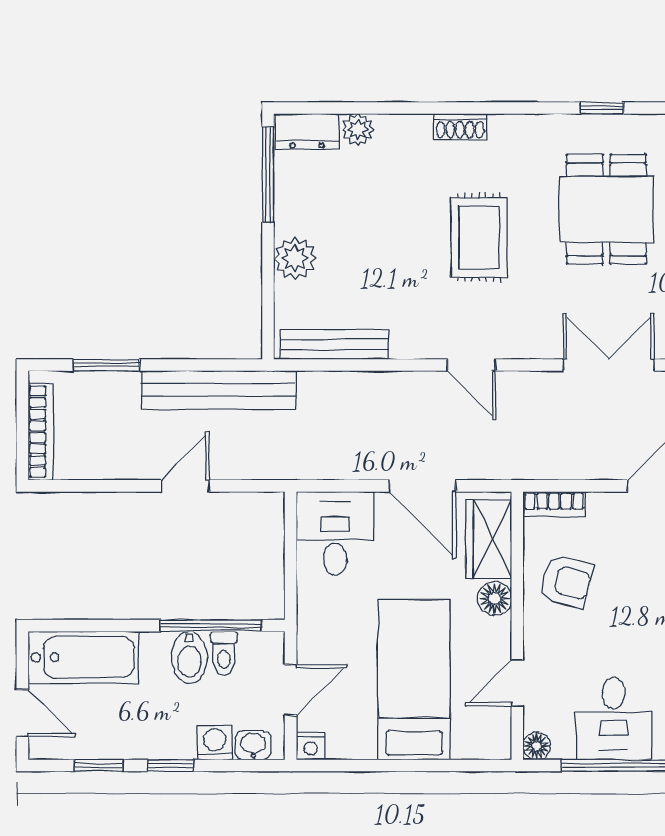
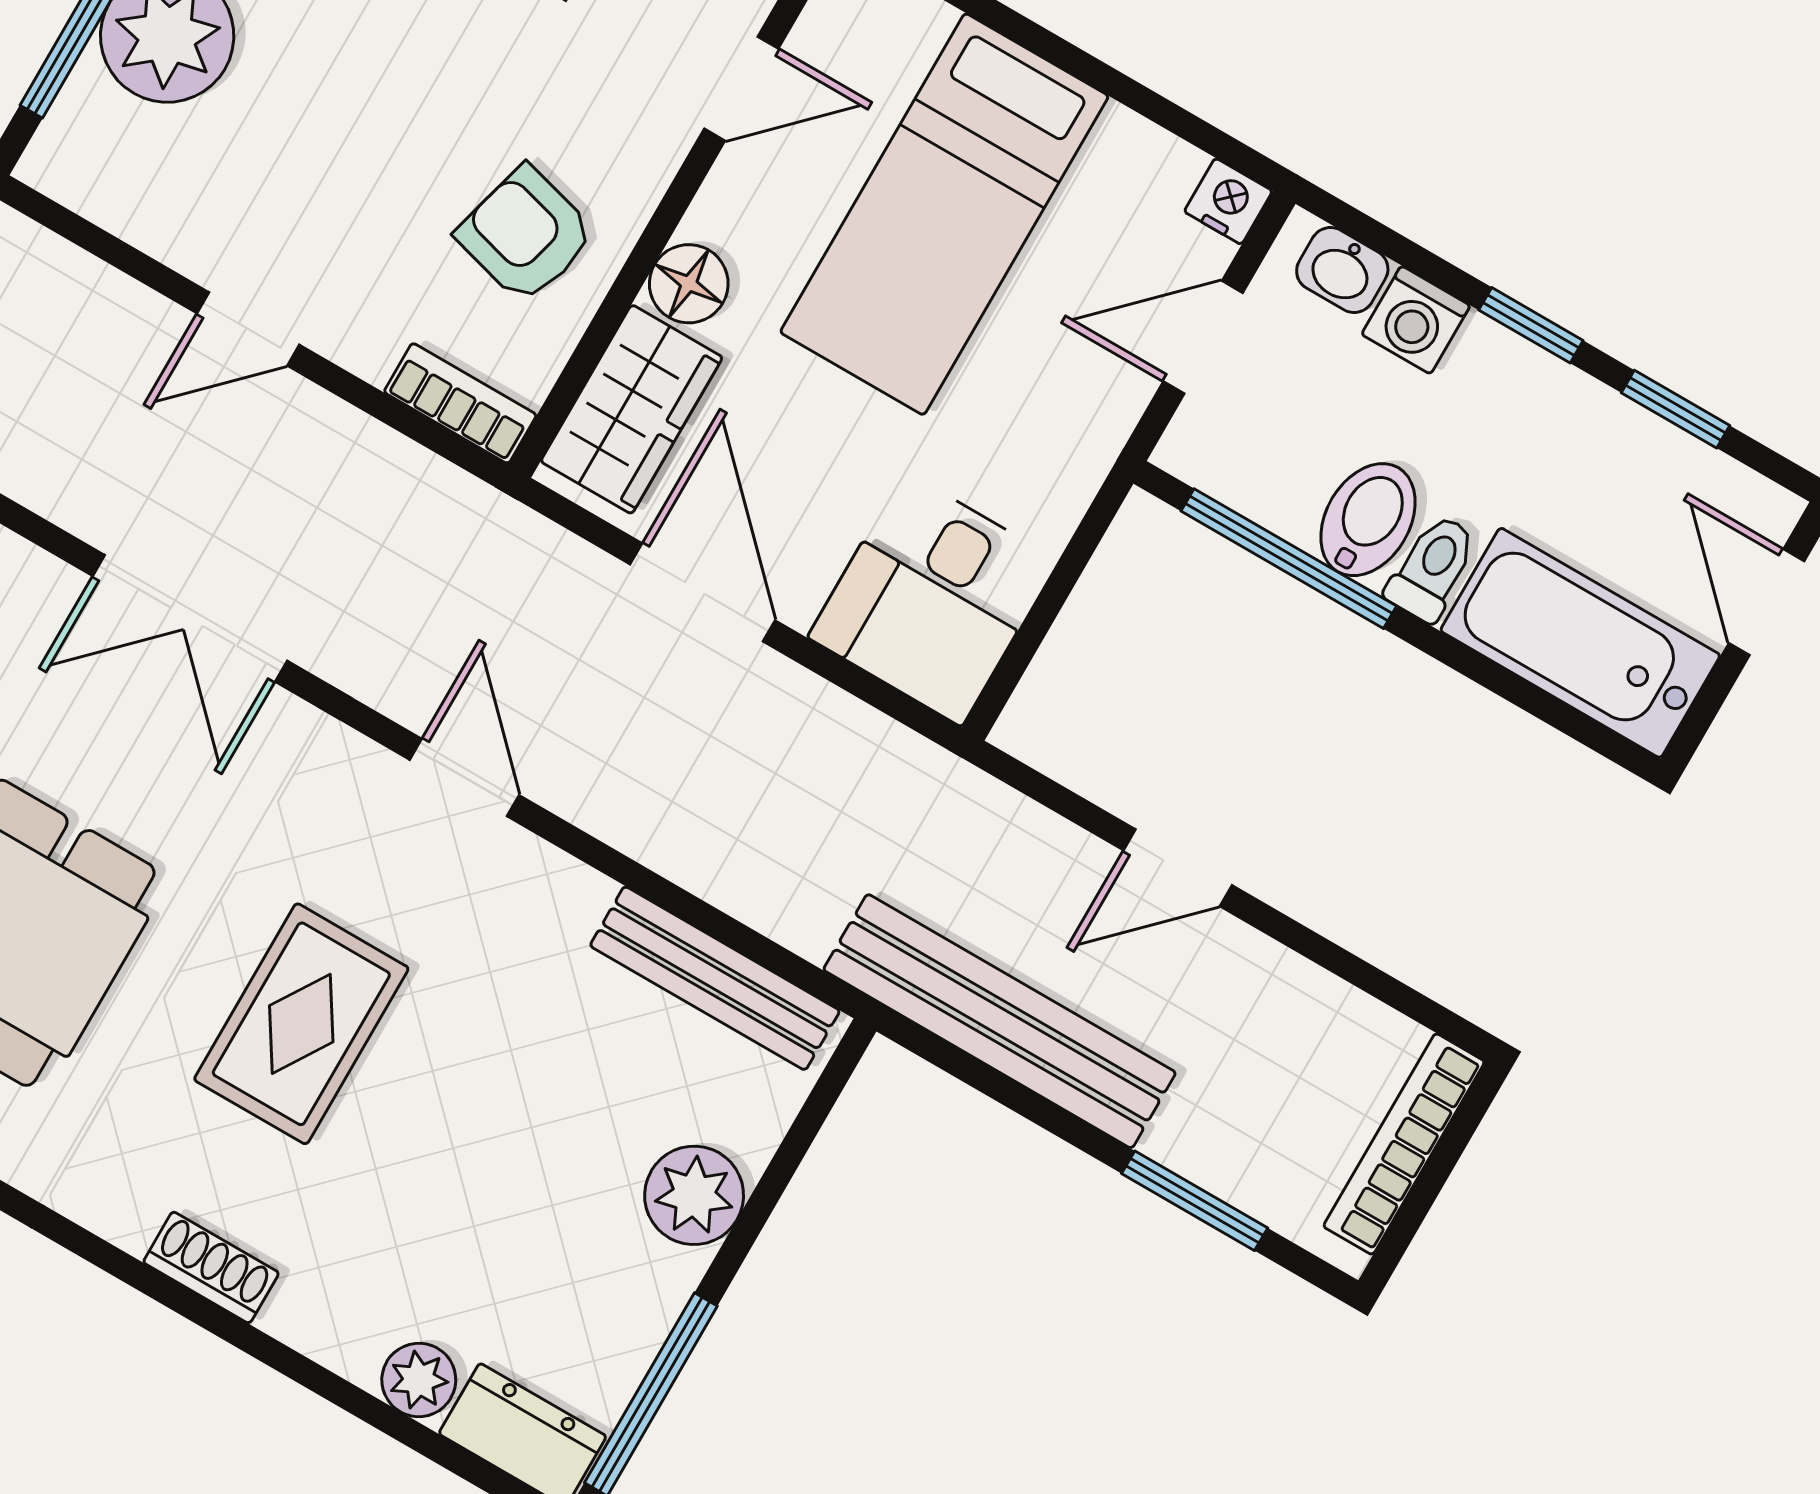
toilet: (224, 653) -> (1432, 568), moved

